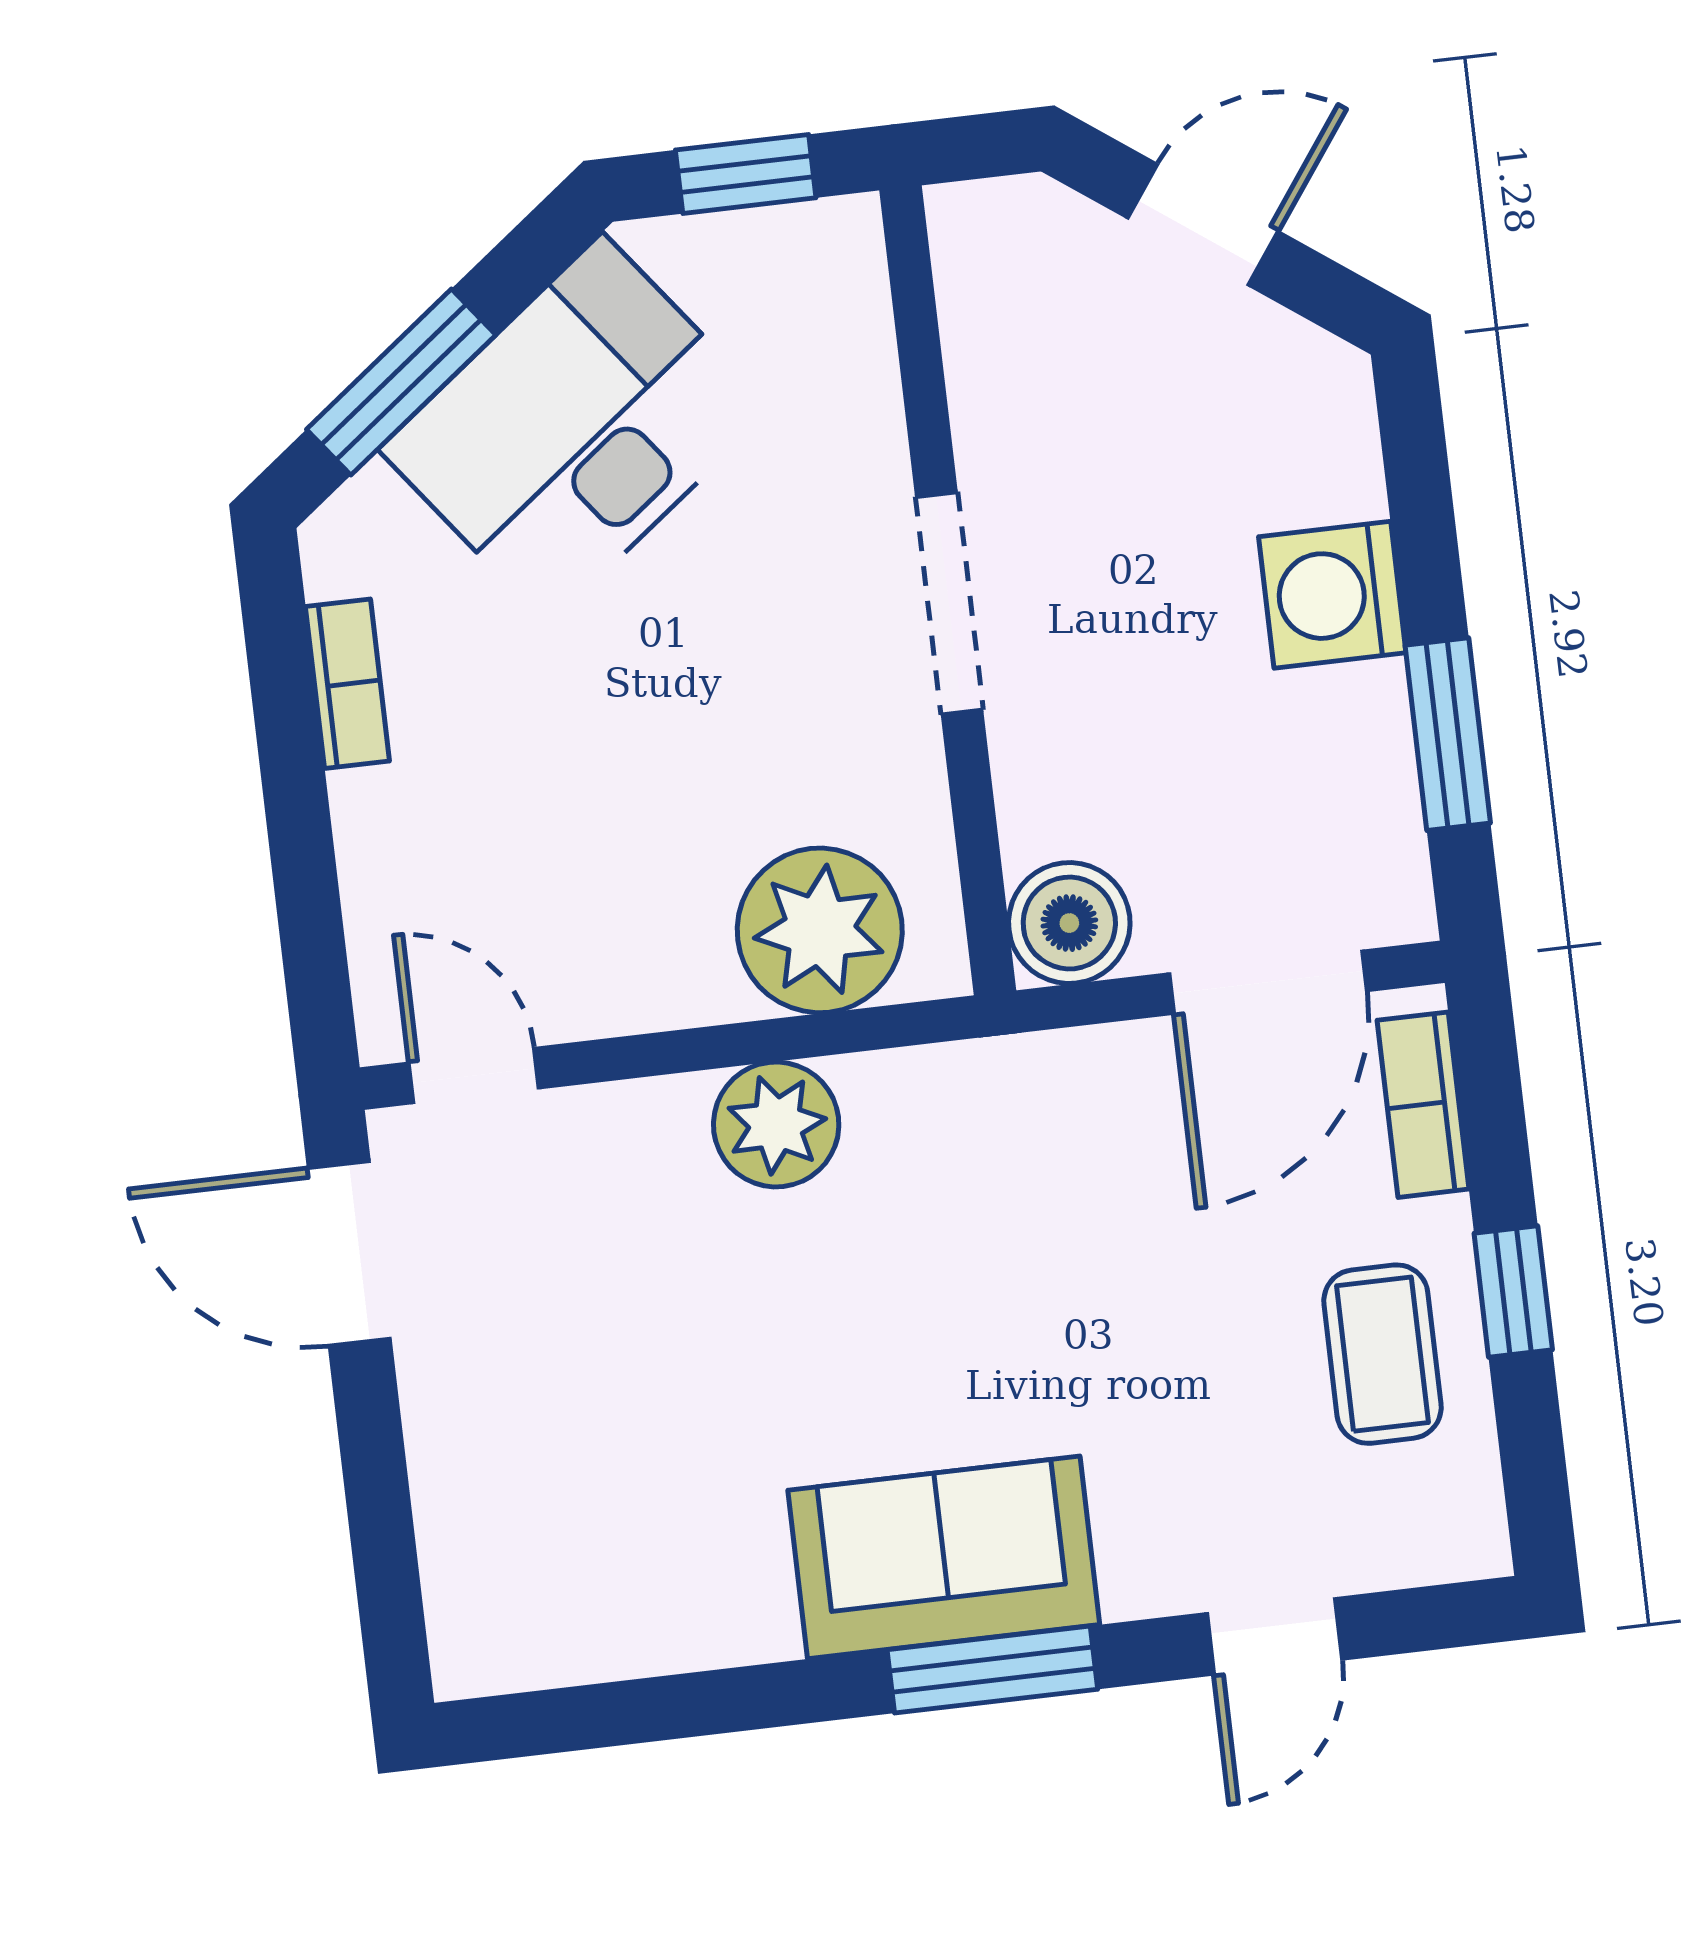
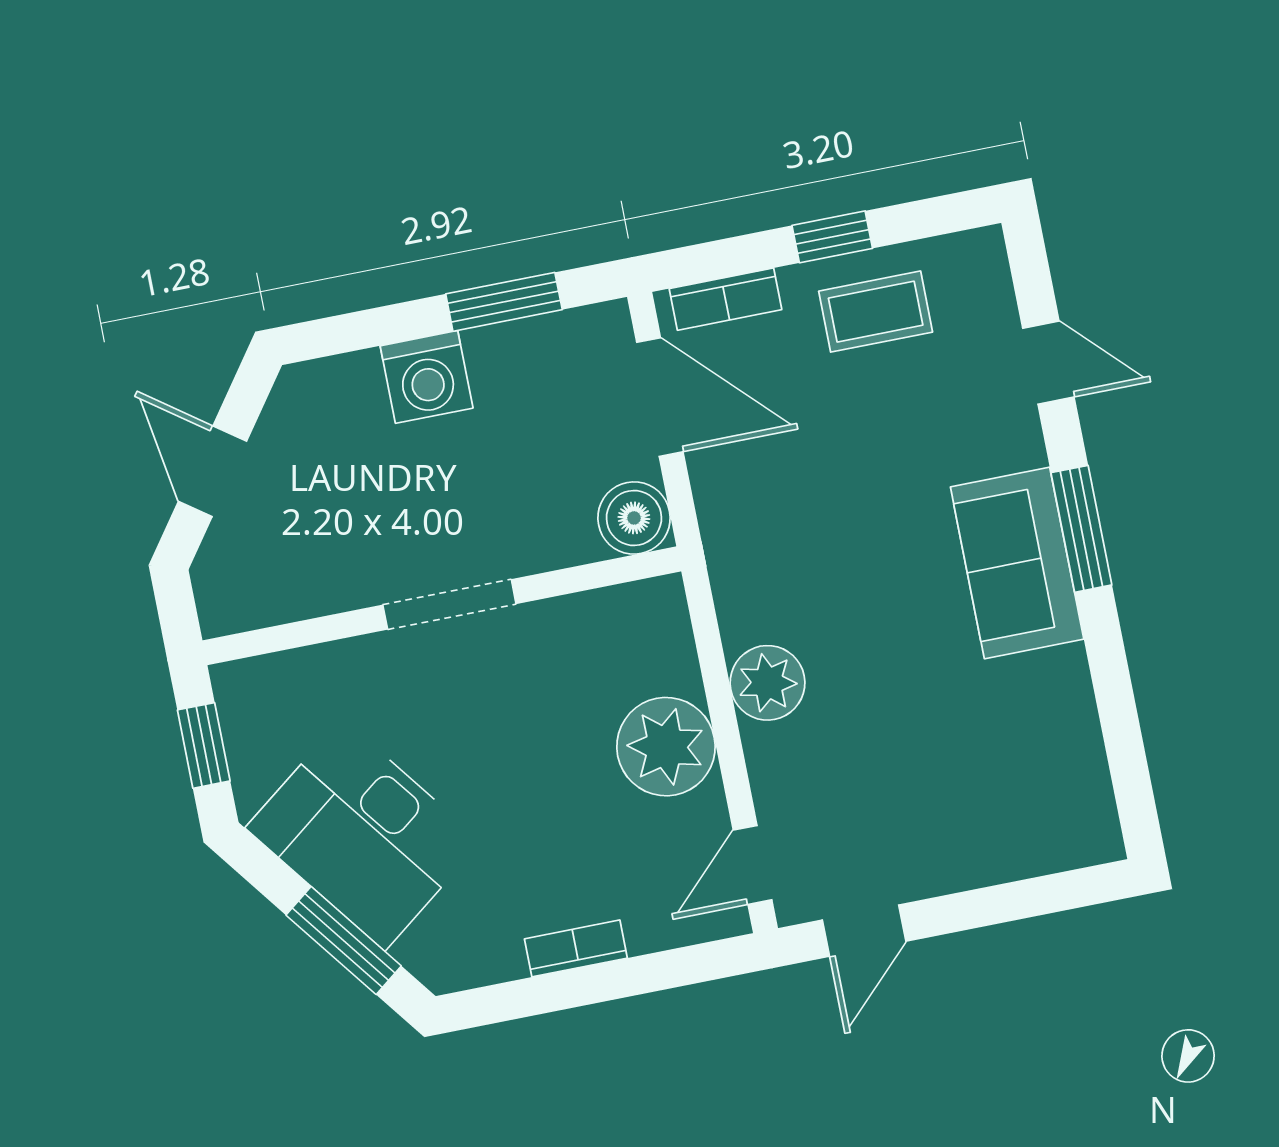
bookcase: (347, 684) -> (576, 948), moved
plant: (820, 930) -> (666, 747), moved
door: (349, 1254) -> (864, 931), width x0.73

